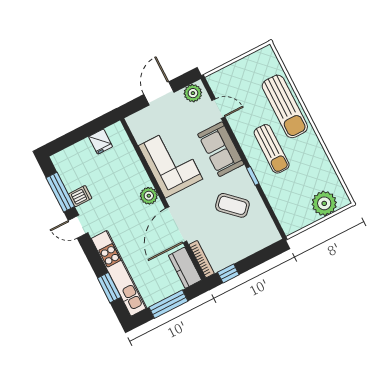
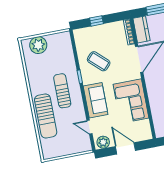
door: (159, 93) -> (125, 148), swing flipped
sun lounger: (285, 106) -> (46, 116), turned 180
plant: (149, 196) -> (152, 83), removed
window: (228, 274) -> (96, 21), moved

